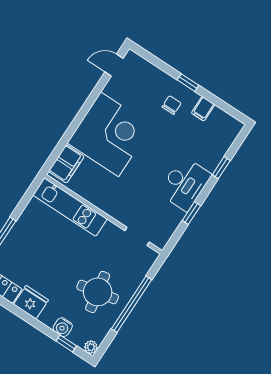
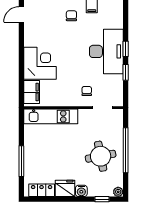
corner desk: (110, 134) -> (40, 63), width x0.74, depth x0.74
window: (221, 168) -> (126, 49), moved
desk: (185, 184) -> (106, 51), width x1.36, depth x1.30
chair: (132, 205) -> (87, 91), added
water cooler: (63, 327) -> (81, 191), moved

